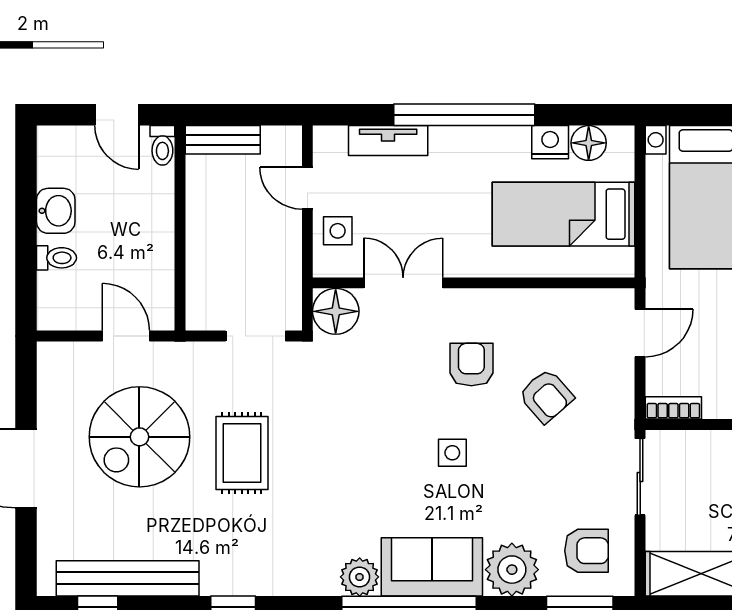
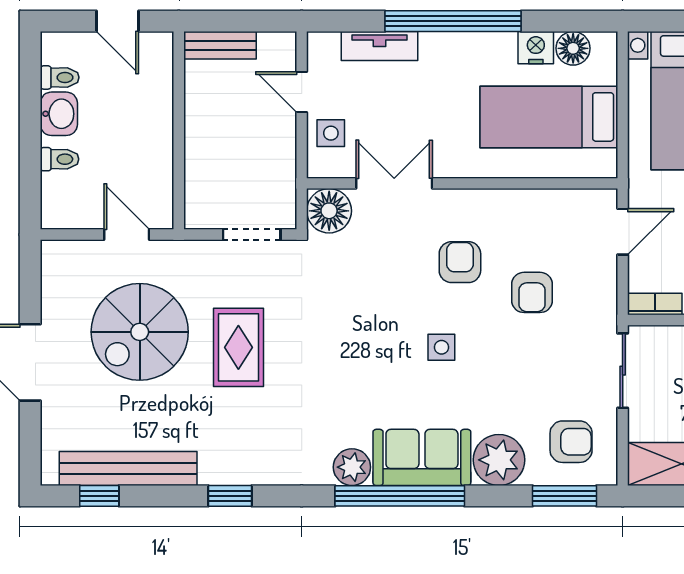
toilet: (162, 145) -> (60, 77), moved, turned -90
armchair: (546, 396) -> (532, 292), turned 41

